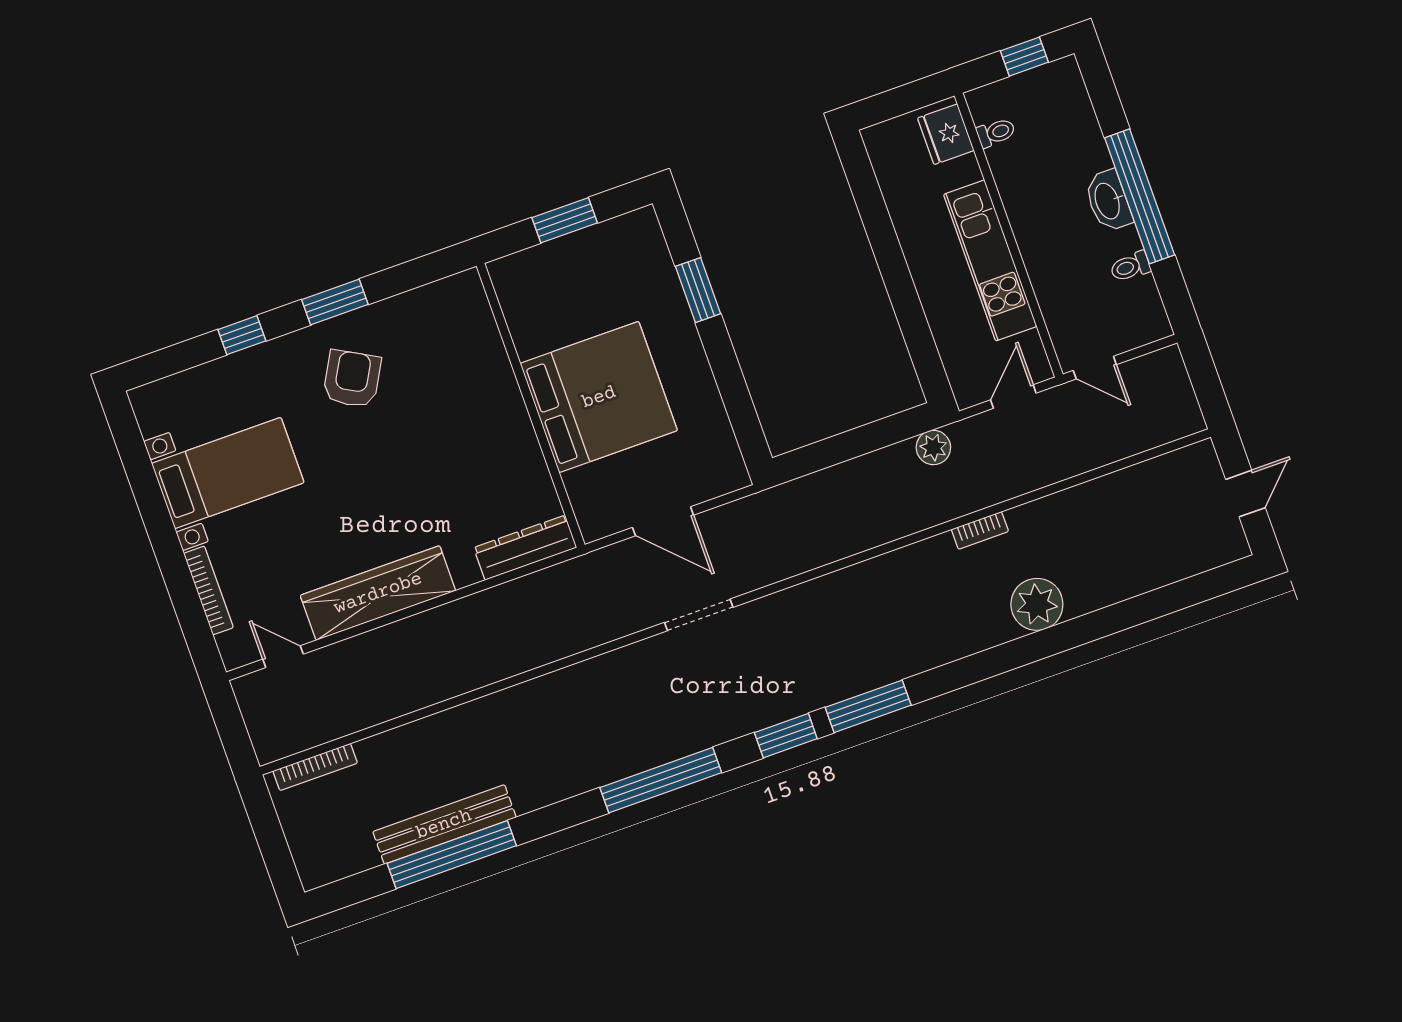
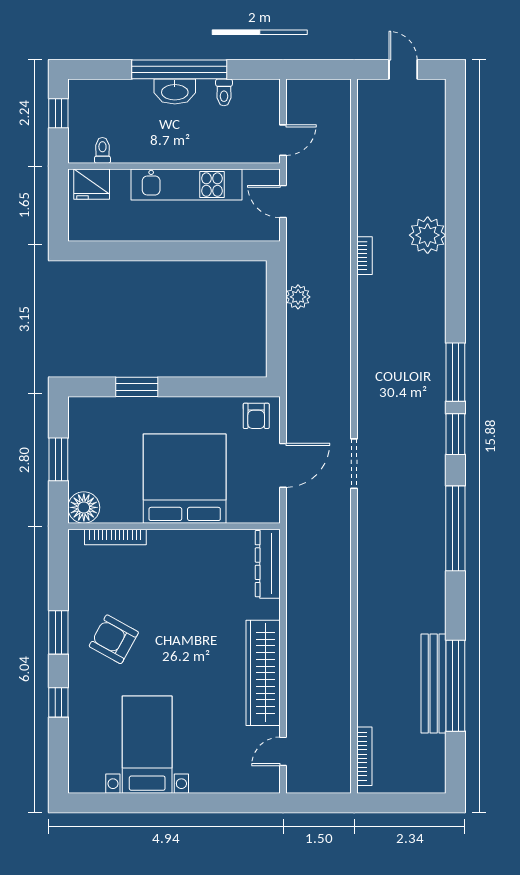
floor lamp: (513, 277) -> (84, 507), added
plant: (933, 448) -> (298, 297), moved
armchair: (716, 462) -> (256, 416), added
bookcase: (208, 590) -> (115, 537), moved, turned 180

